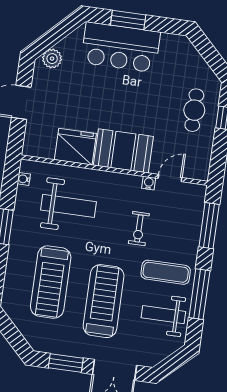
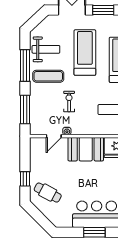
cafe table: (194, 110) -> (48, 193), moved, turned -62
treadmill: (104, 301) -> (85, 53), turned 180

